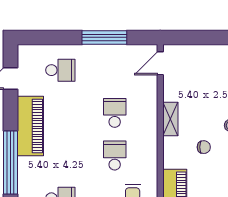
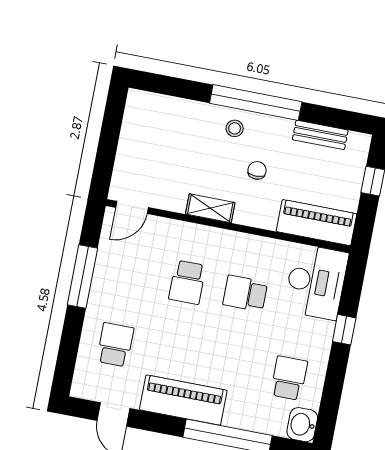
door: (160, 63) -> (132, 207), hinge flipped
school desk: (115, 113) -> (187, 282), turned -90

